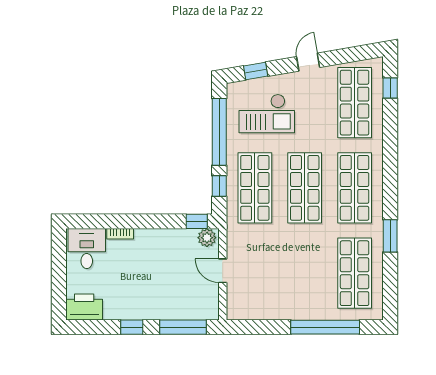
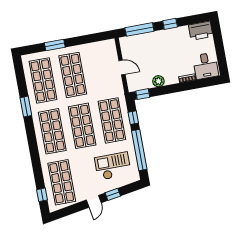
window: (256, 71) -> (113, 194), moved
plant: (207, 238) -> (158, 81), moved
shop shelf: (305, 273) -> (73, 75), added
window: (325, 327) -> (55, 45), width x0.47

